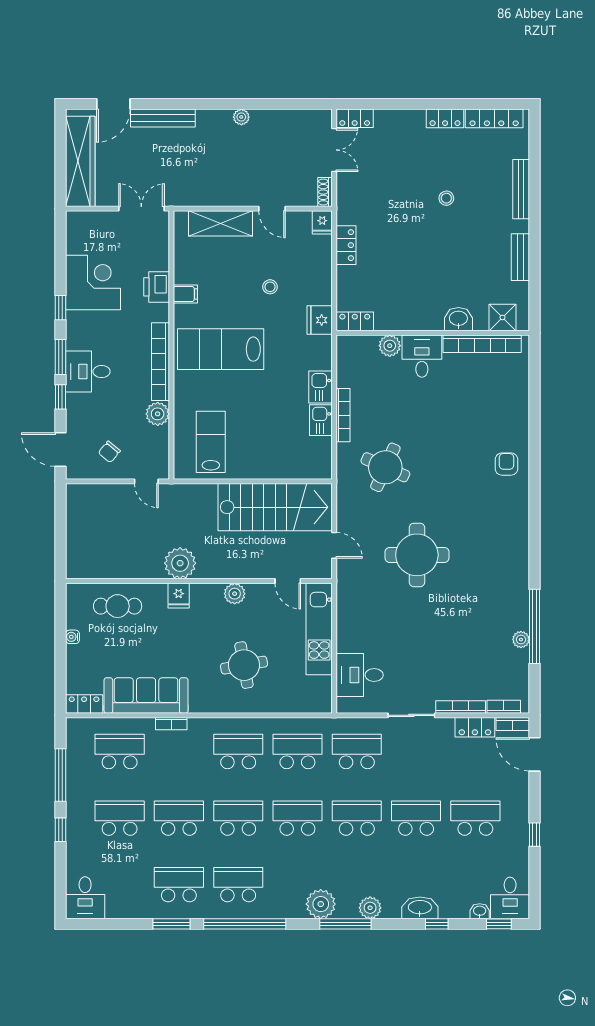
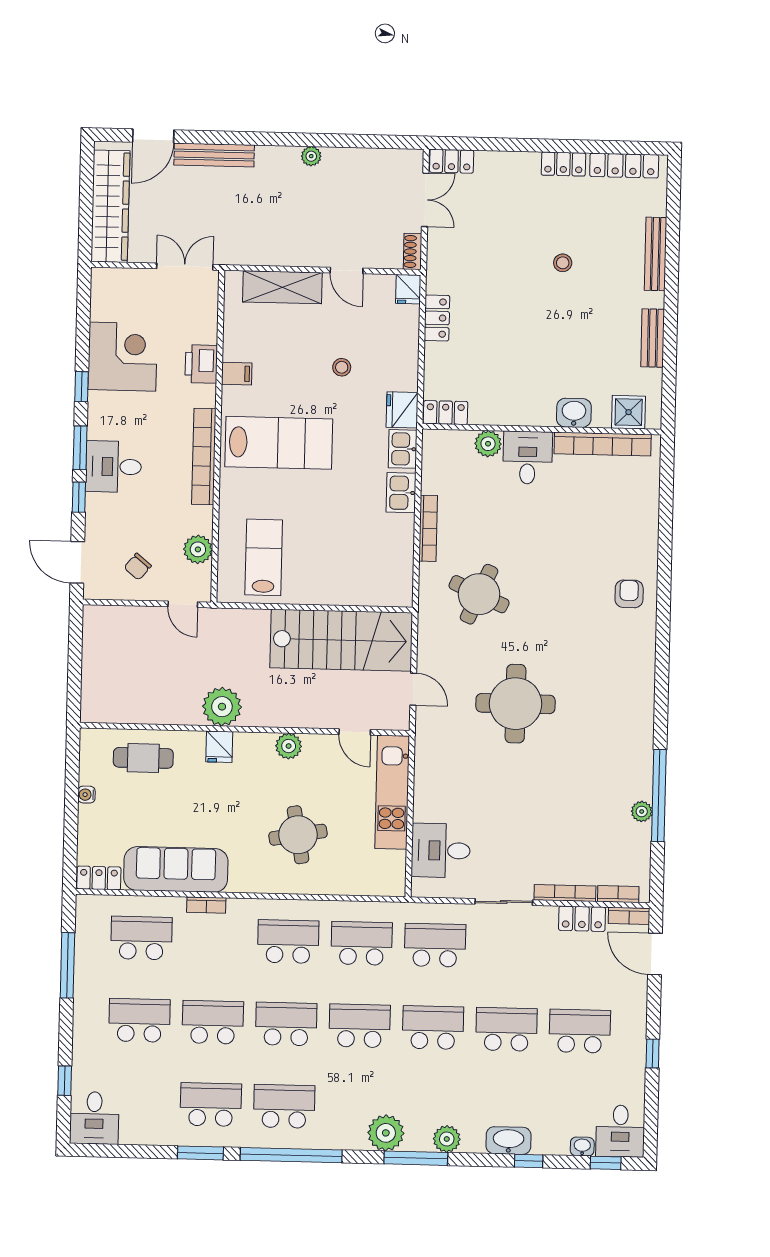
lab bench: (221, 349) -> (279, 443), turned 180
plant: (158, 414) -> (198, 549), moved
kitchen sink: (321, 420) -> (403, 449), moved
window: (60, 830) -> (65, 1081), moved

